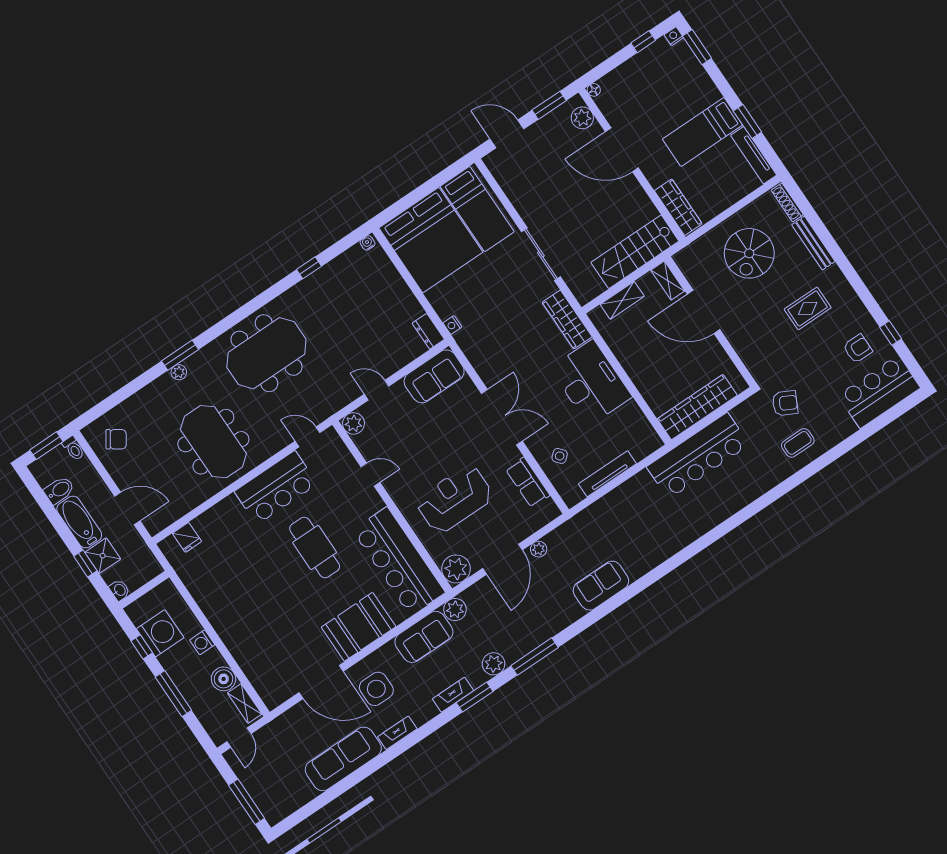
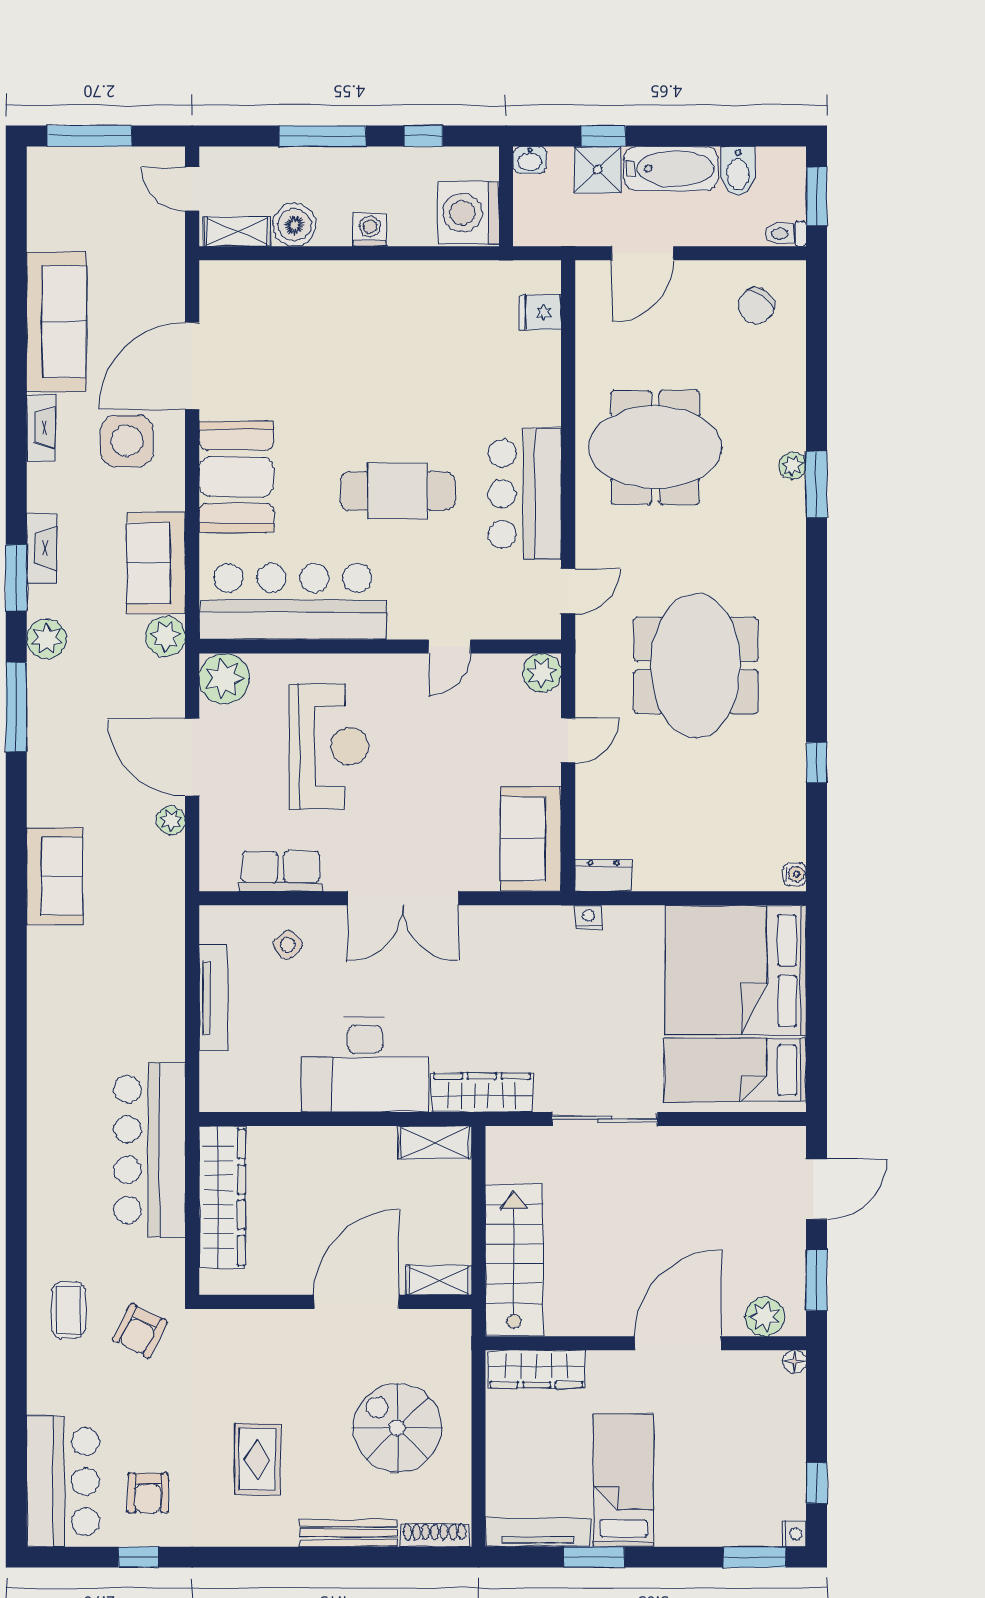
shelving: (622, 300) -> (435, 1142), moved, turned 90
meeting table: (266, 353) -> (696, 665), moved
washing machine: (160, 633) -> (468, 213), moved, turned 90

